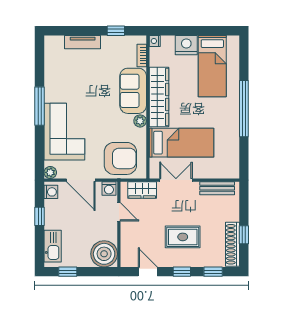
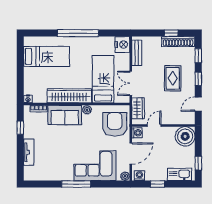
nightstand: (186, 45) -> (122, 45), moved, turned 180

